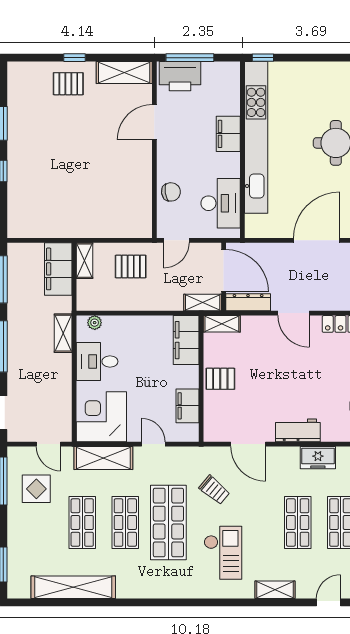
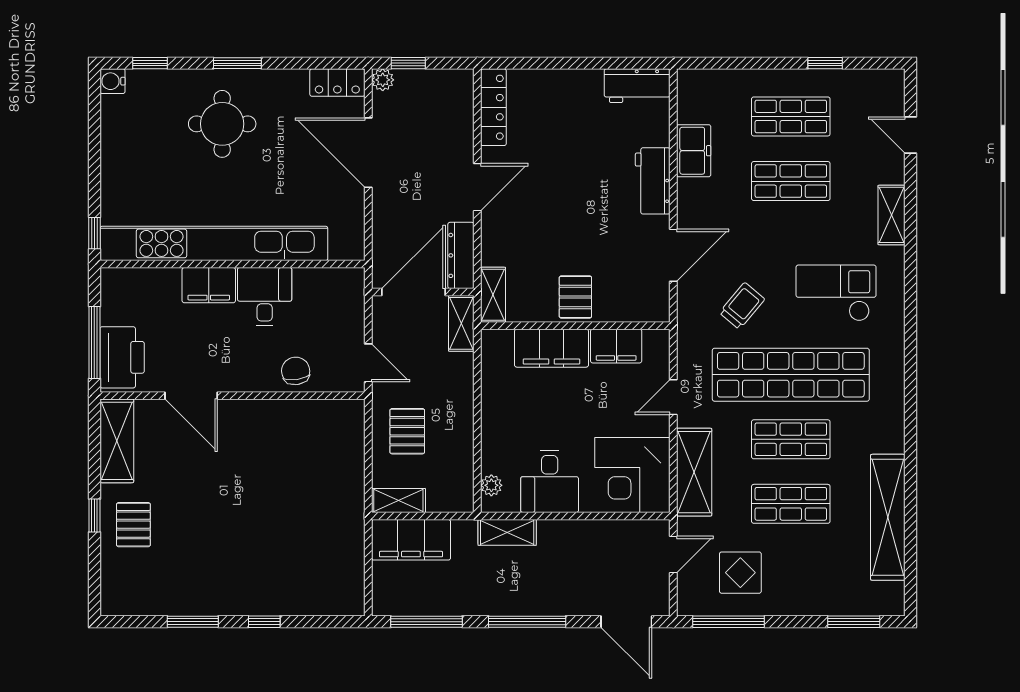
desk: (221, 203) -> (265, 297), moved, width x0.73
filing cabinet: (186, 340) -> (551, 348), moved
shop shelf: (168, 523) -> (791, 375), width x1.40

